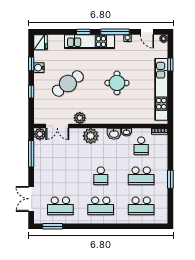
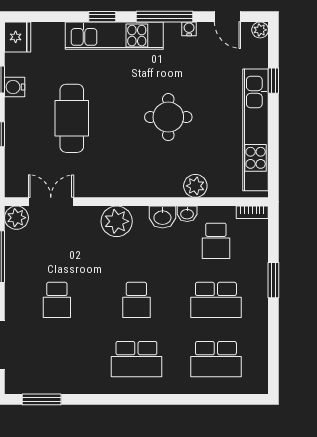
cafe table: (68, 84) -> (72, 118), turned -54
plant: (80, 118) -> (195, 186), moved
double door: (57, 126) -> (51, 202), swing flipped
window: (170, 179) -> (273, 280), moved
school desk: (60, 206) -> (57, 300), moved, width x0.54

